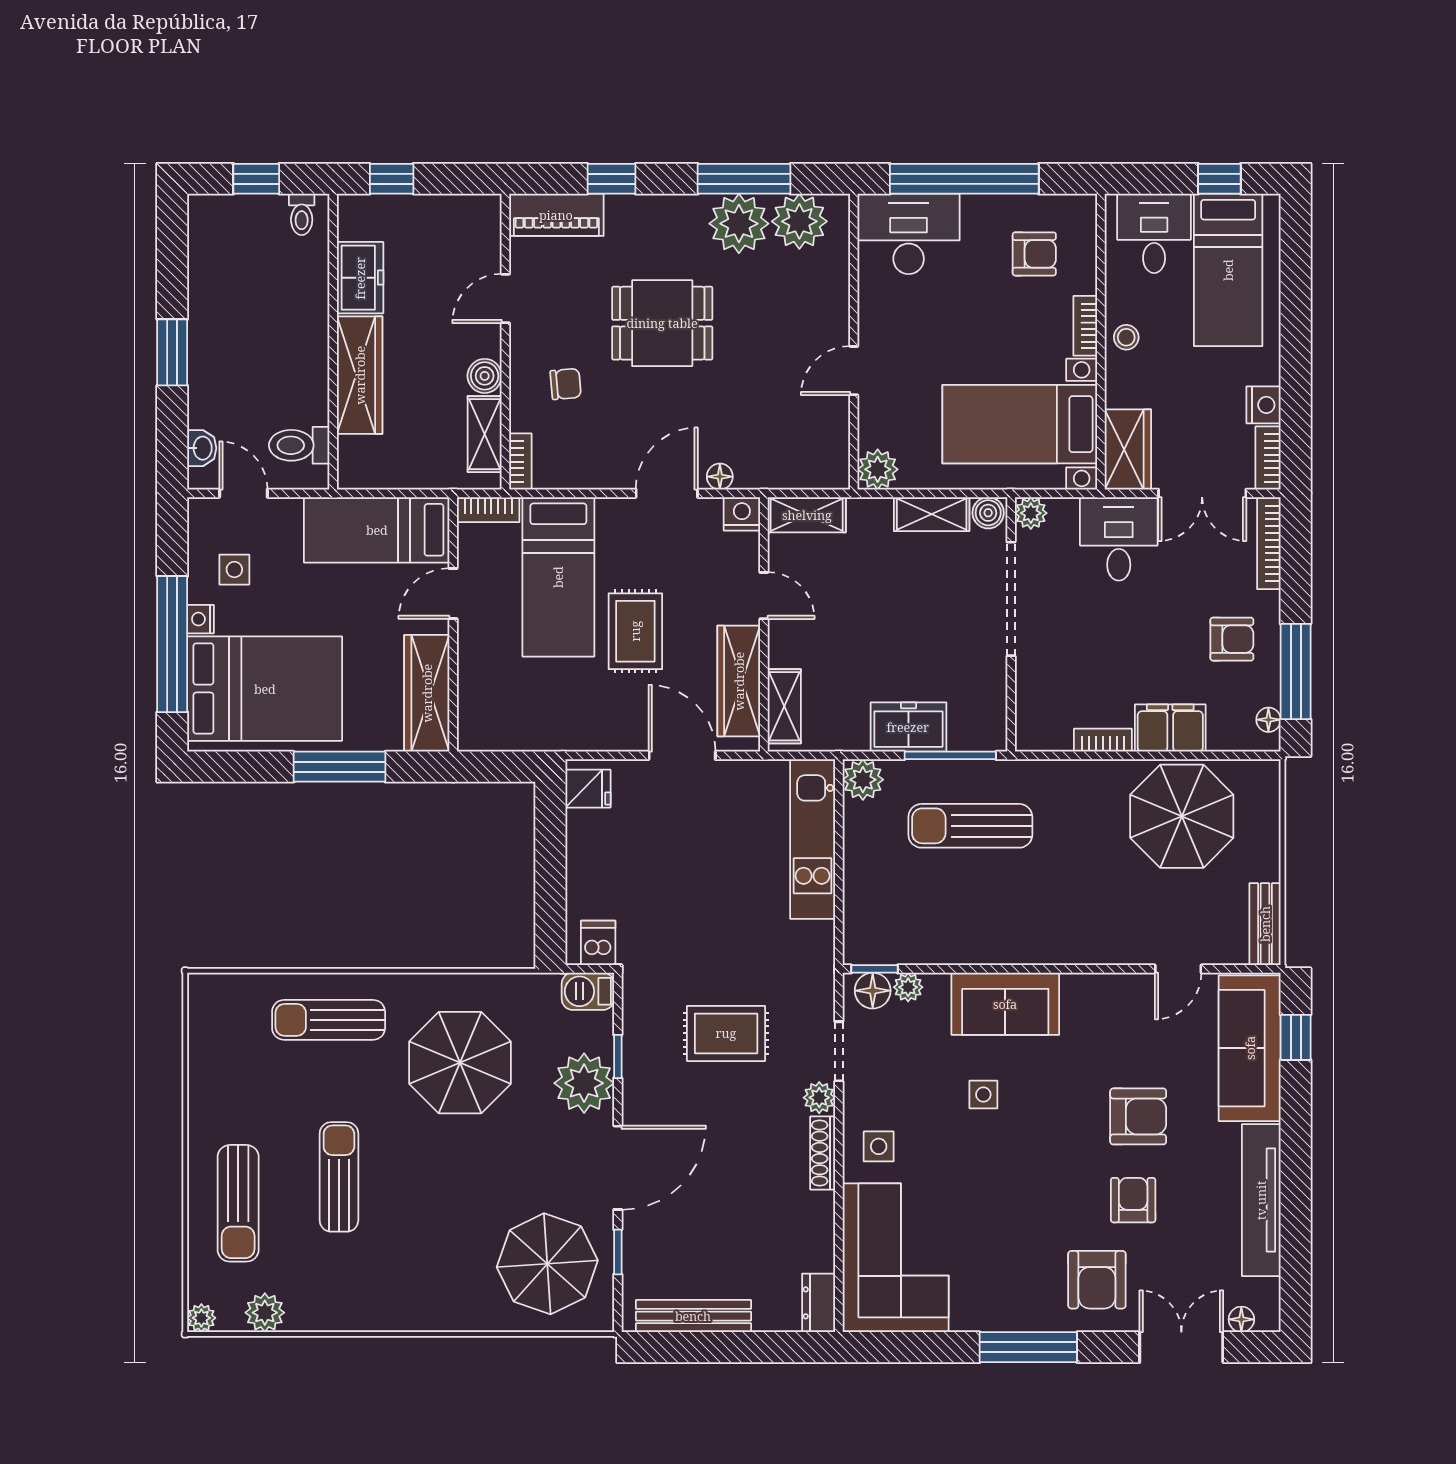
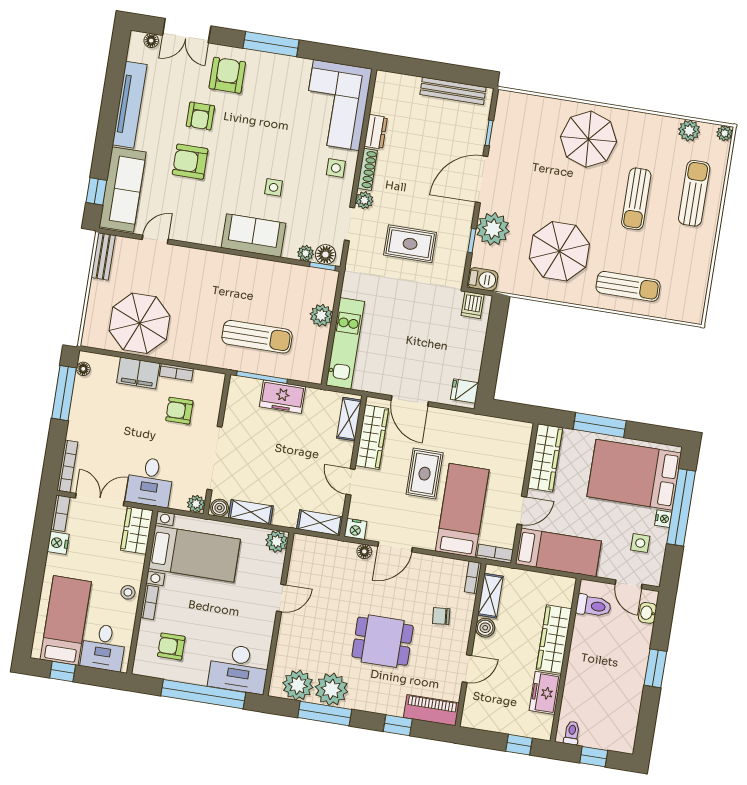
armchair: (1232, 639) -> (179, 411), moved
plant: (863, 780) -> (321, 315), moved
parasol: (547, 1264) -> (589, 139), moved
dresser: (819, 1303) -> (376, 132), moved

